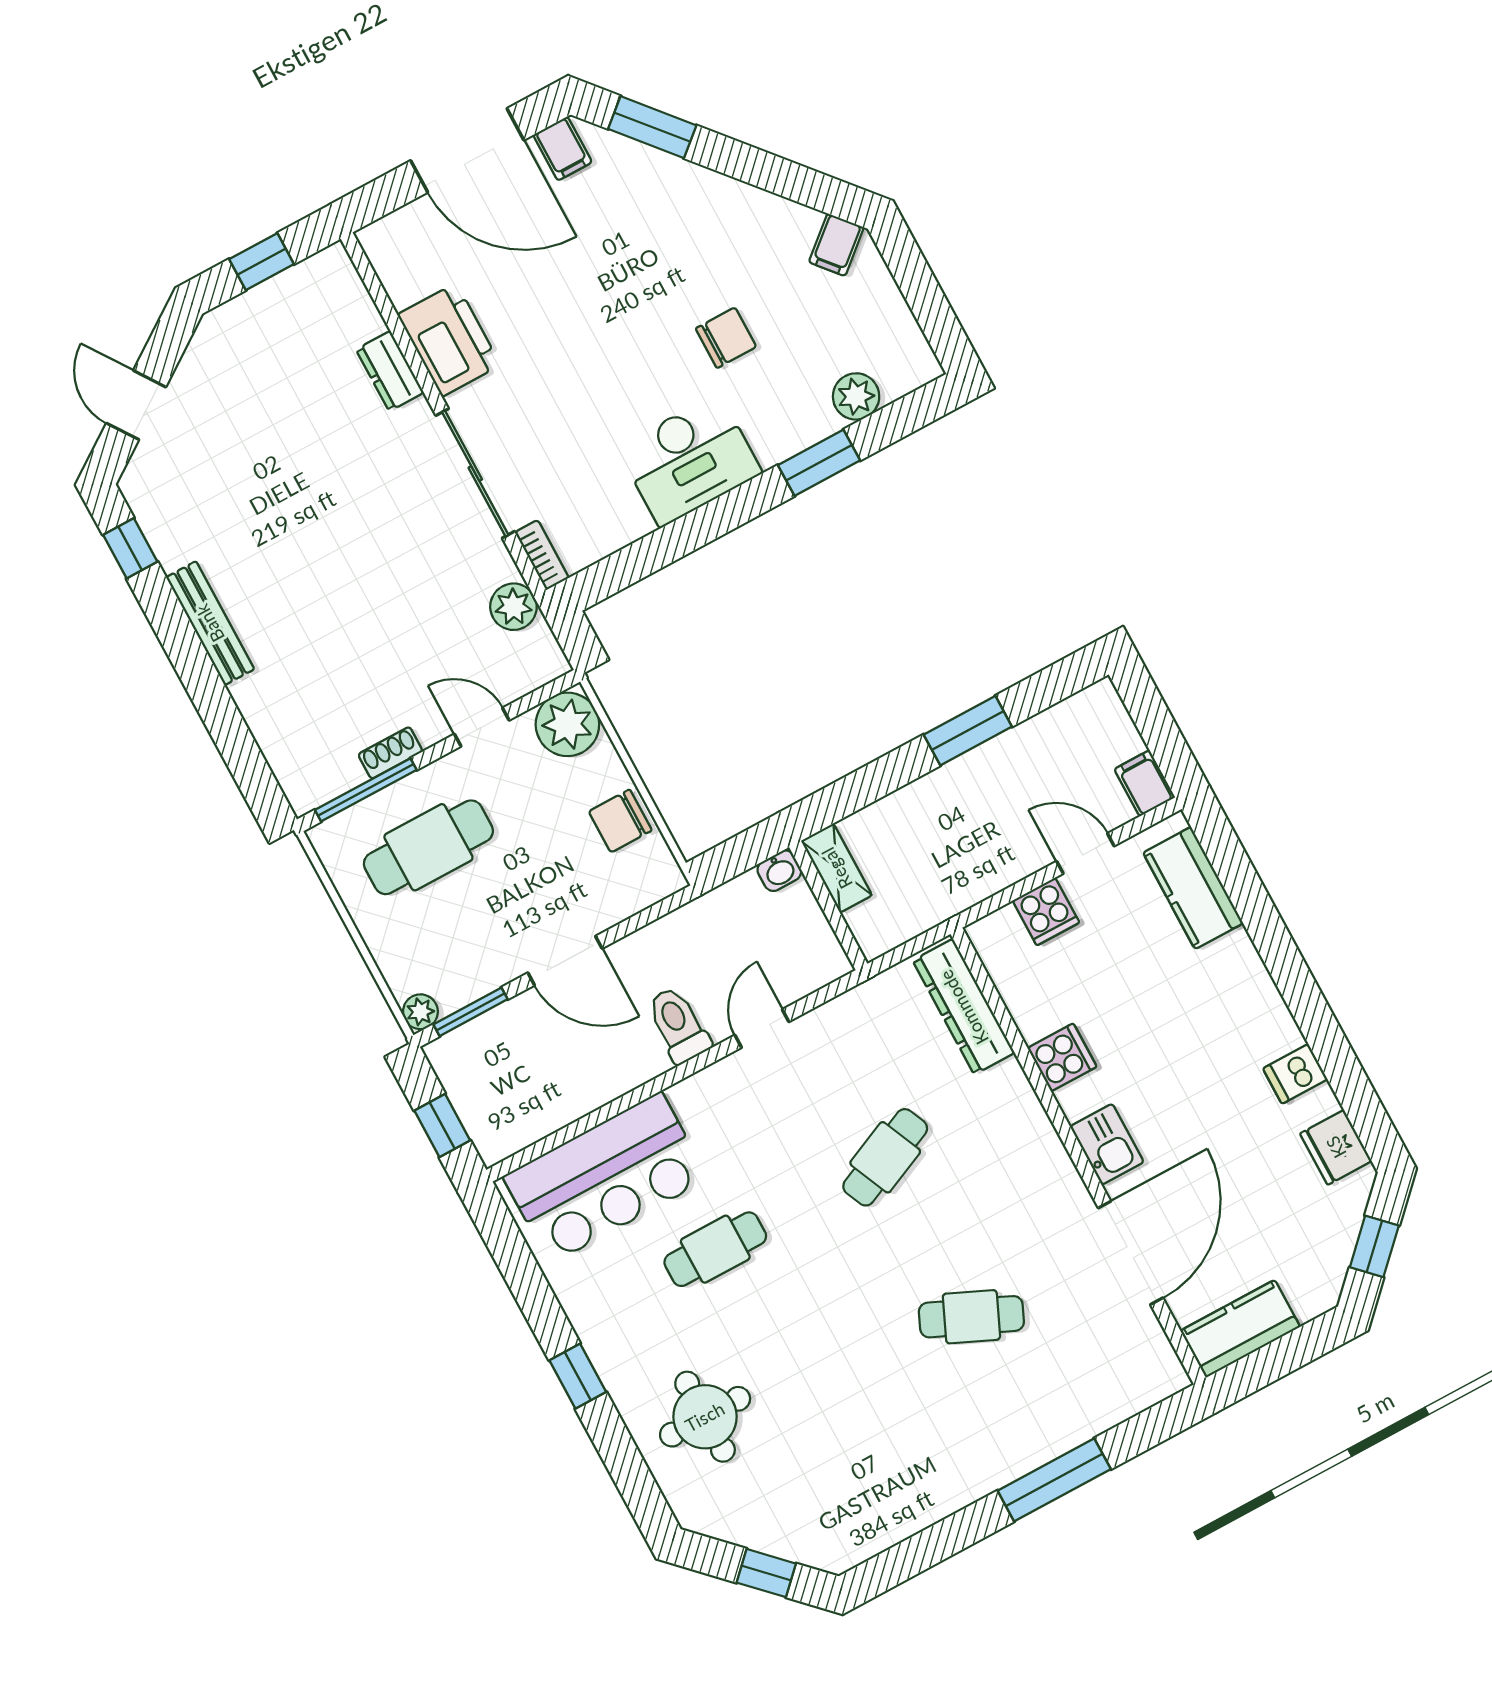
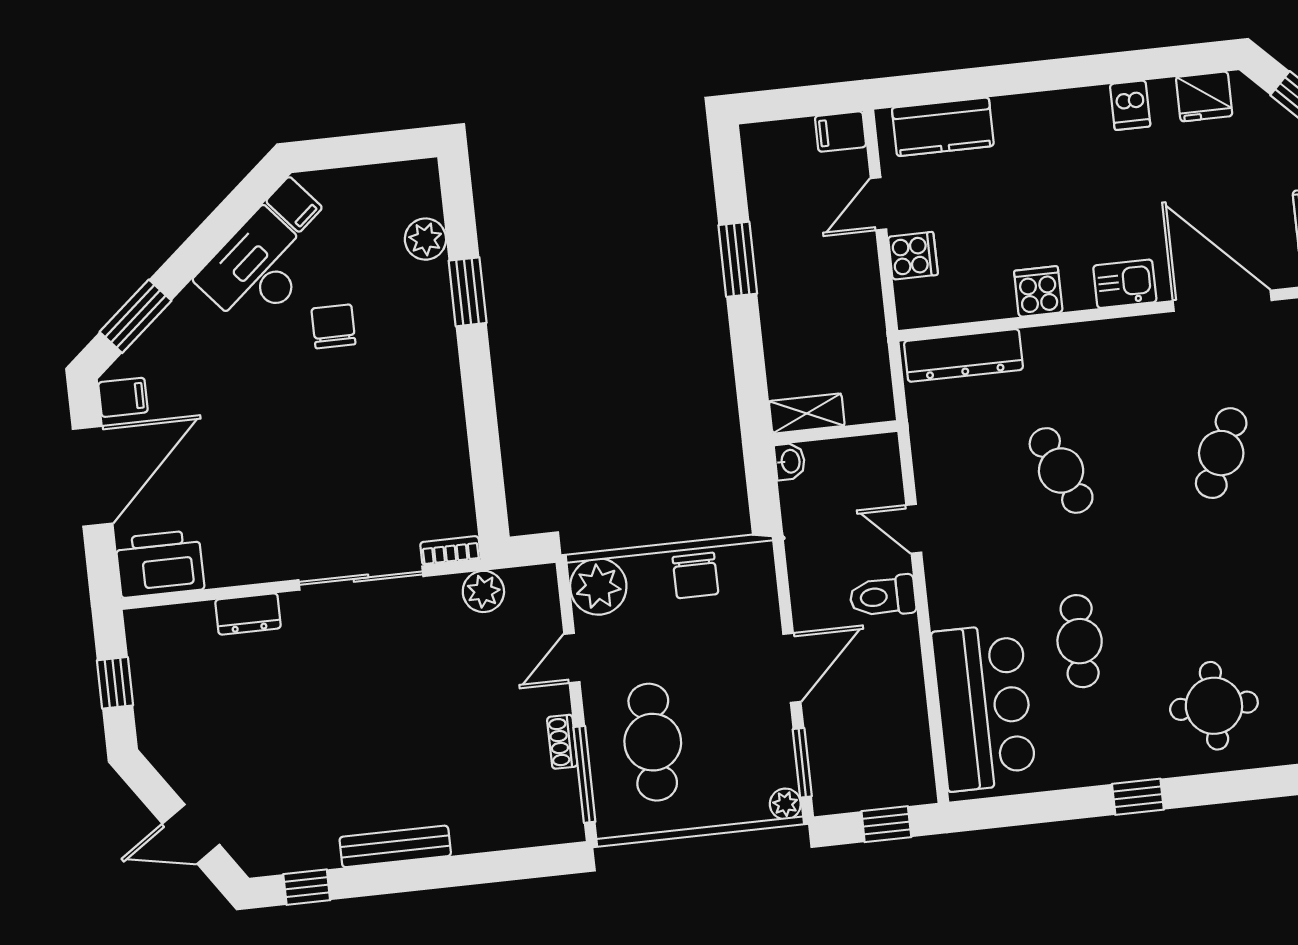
printer: (449, 340) -> (160, 564), moved
desk: (689, 460) -> (257, 270), moved, turned -131

